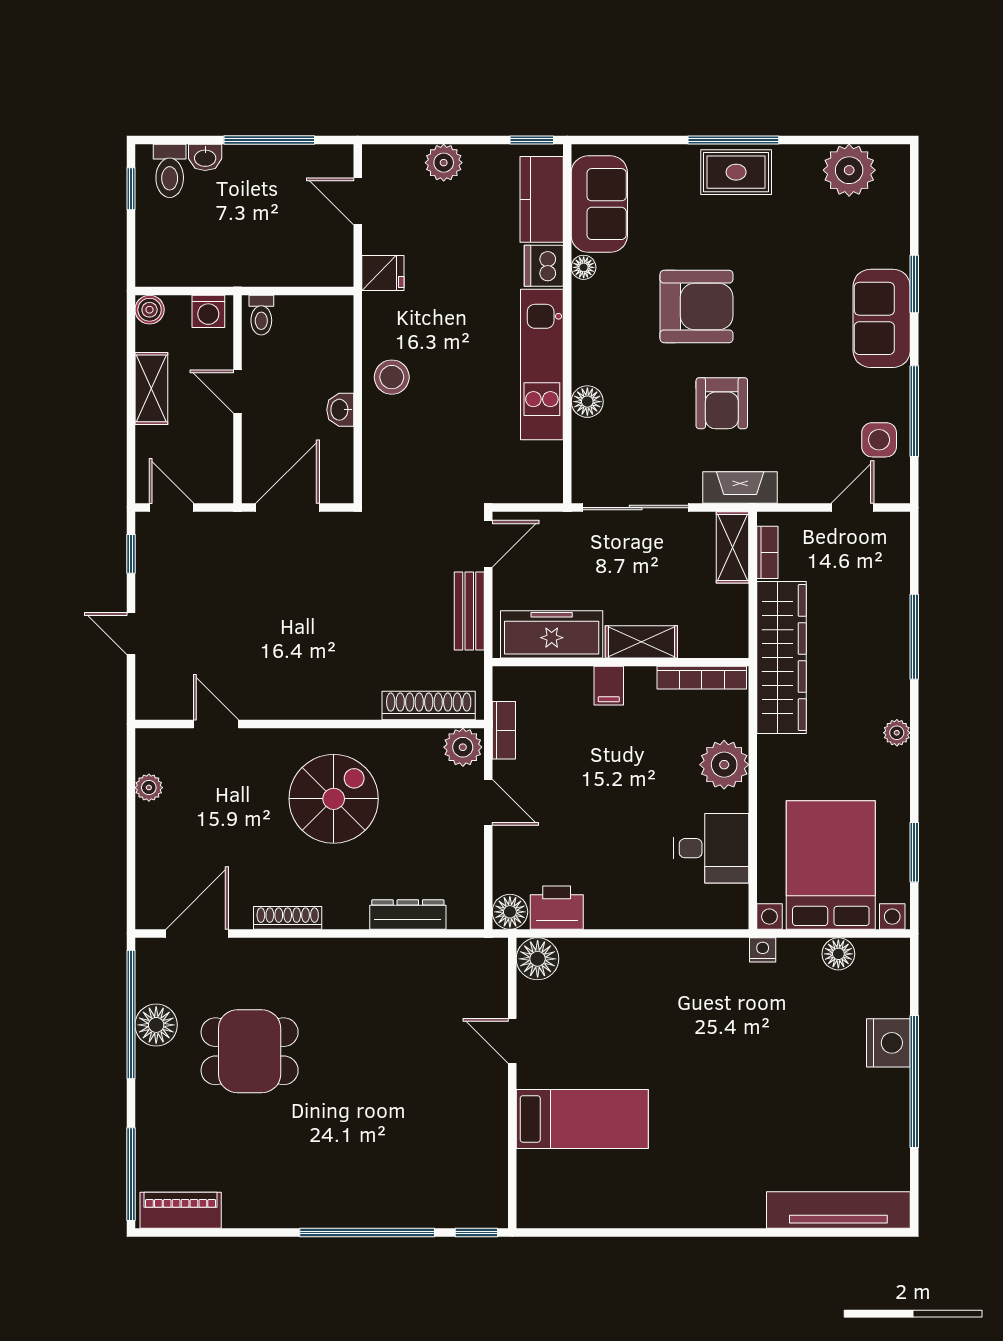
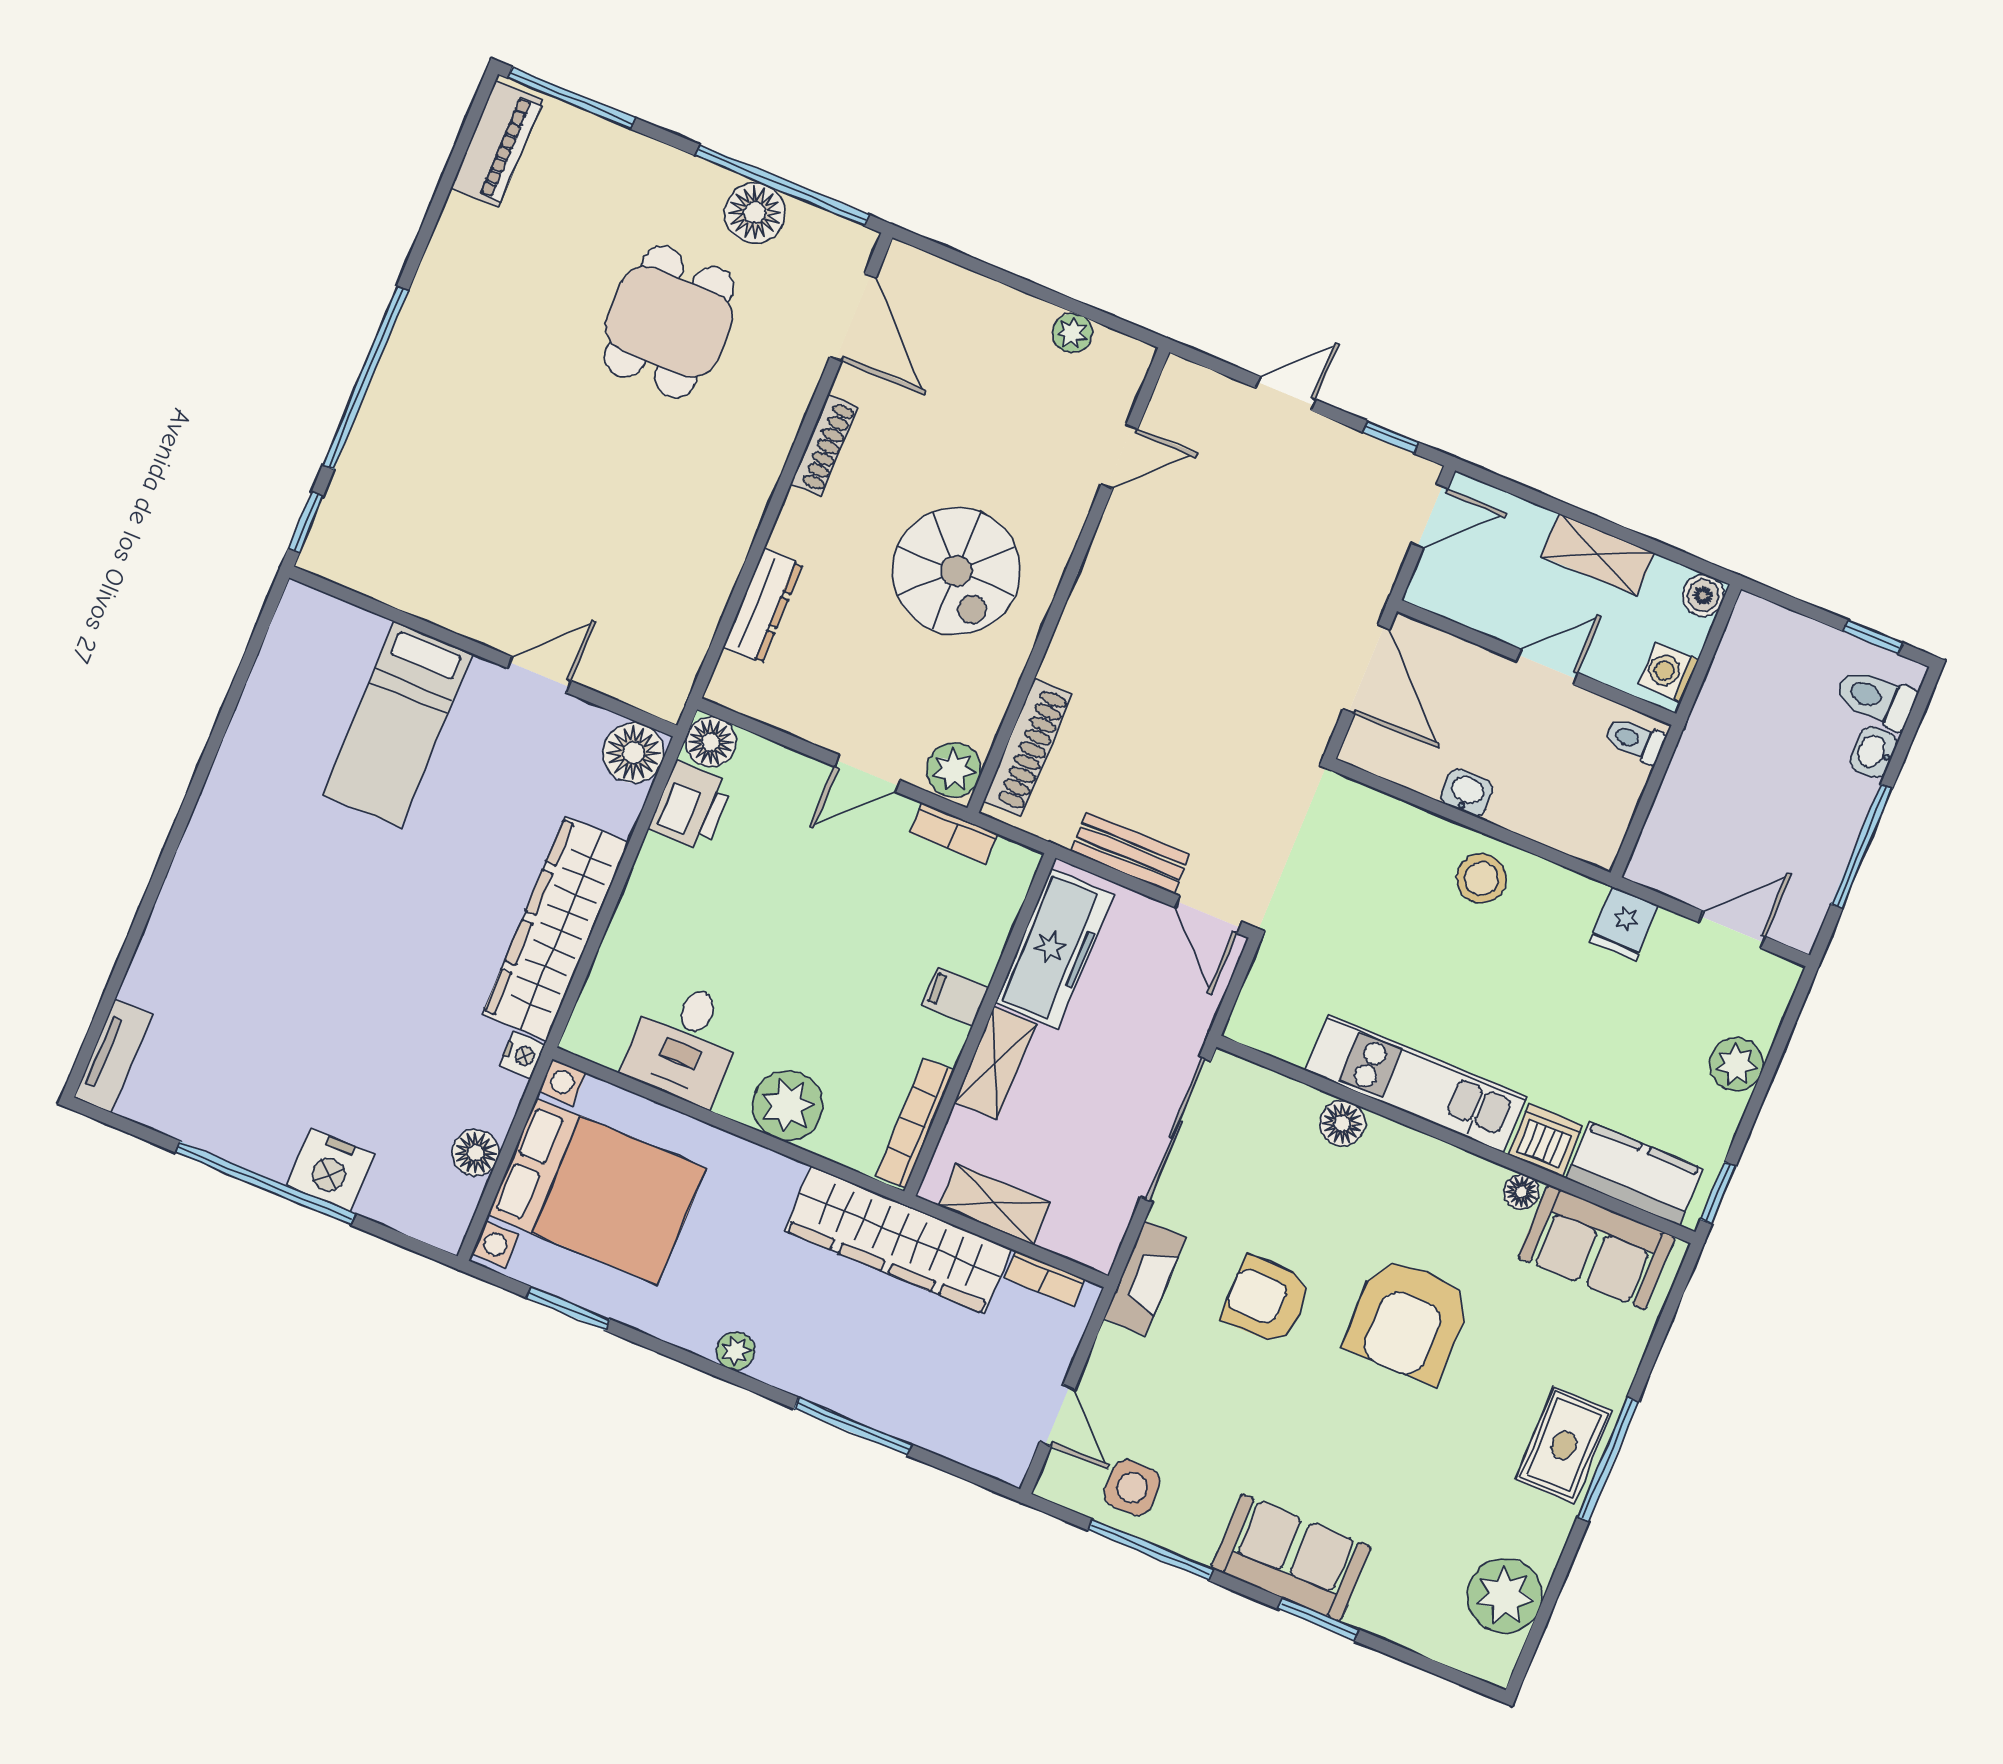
shelving: (733, 547) -> (995, 1204), moved
wardrobe: (672, 962) -> (556, 929), added
tv unit: (838, 1210) -> (113, 1056), width x0.52, depth x0.78

